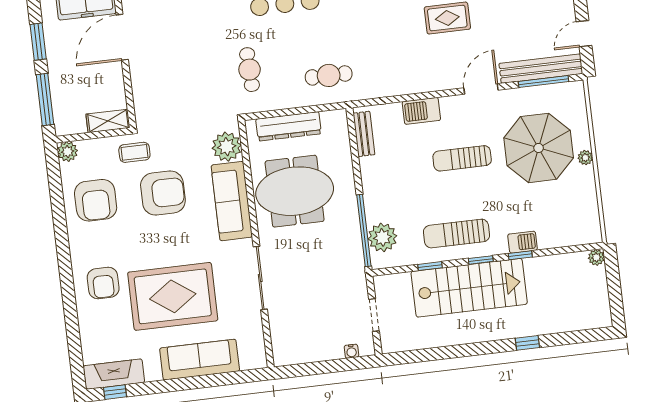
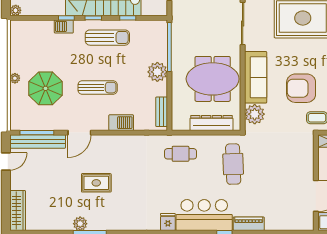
cafe table: (250, 70) -> (233, 164), width x1.37, depth x1.35
parasol: (539, 148) -> (45, 88), width x0.73, depth x0.73
plant: (382, 237) -> (157, 72), moved

